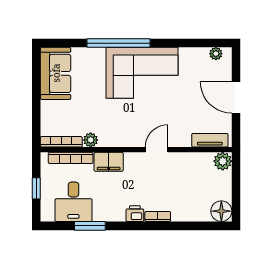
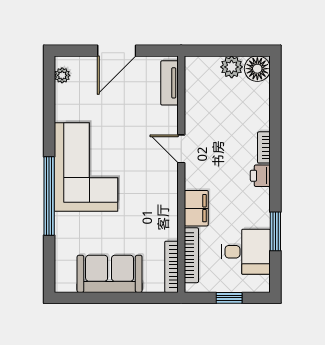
sofa: (56, 73) -> (110, 274), moved
plant: (91, 140) -> (169, 231), removed
plant: (223, 161) -> (232, 67), moved

